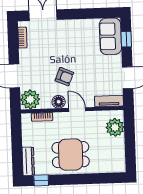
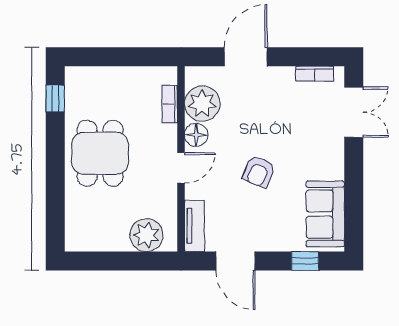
sofa: (110, 36) -> (325, 214), moved, turned -90
armchair: (64, 77) -> (259, 172), moved
plant: (30, 99) -> (202, 104), moved
dresser: (28, 161) -> (91, 76), removed

